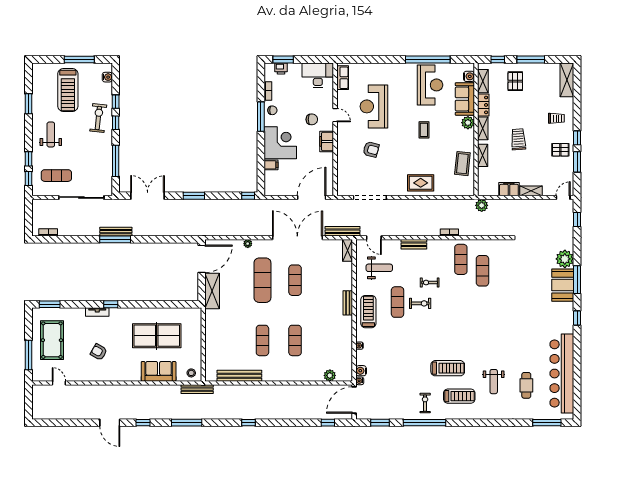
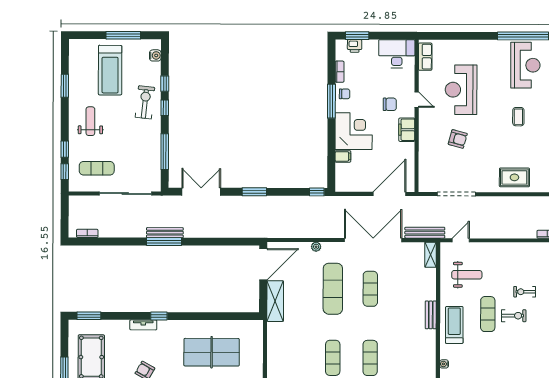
door: (374, 238) -> (461, 240), swing flipped
bench: (414, 244) -> (507, 248), removed

